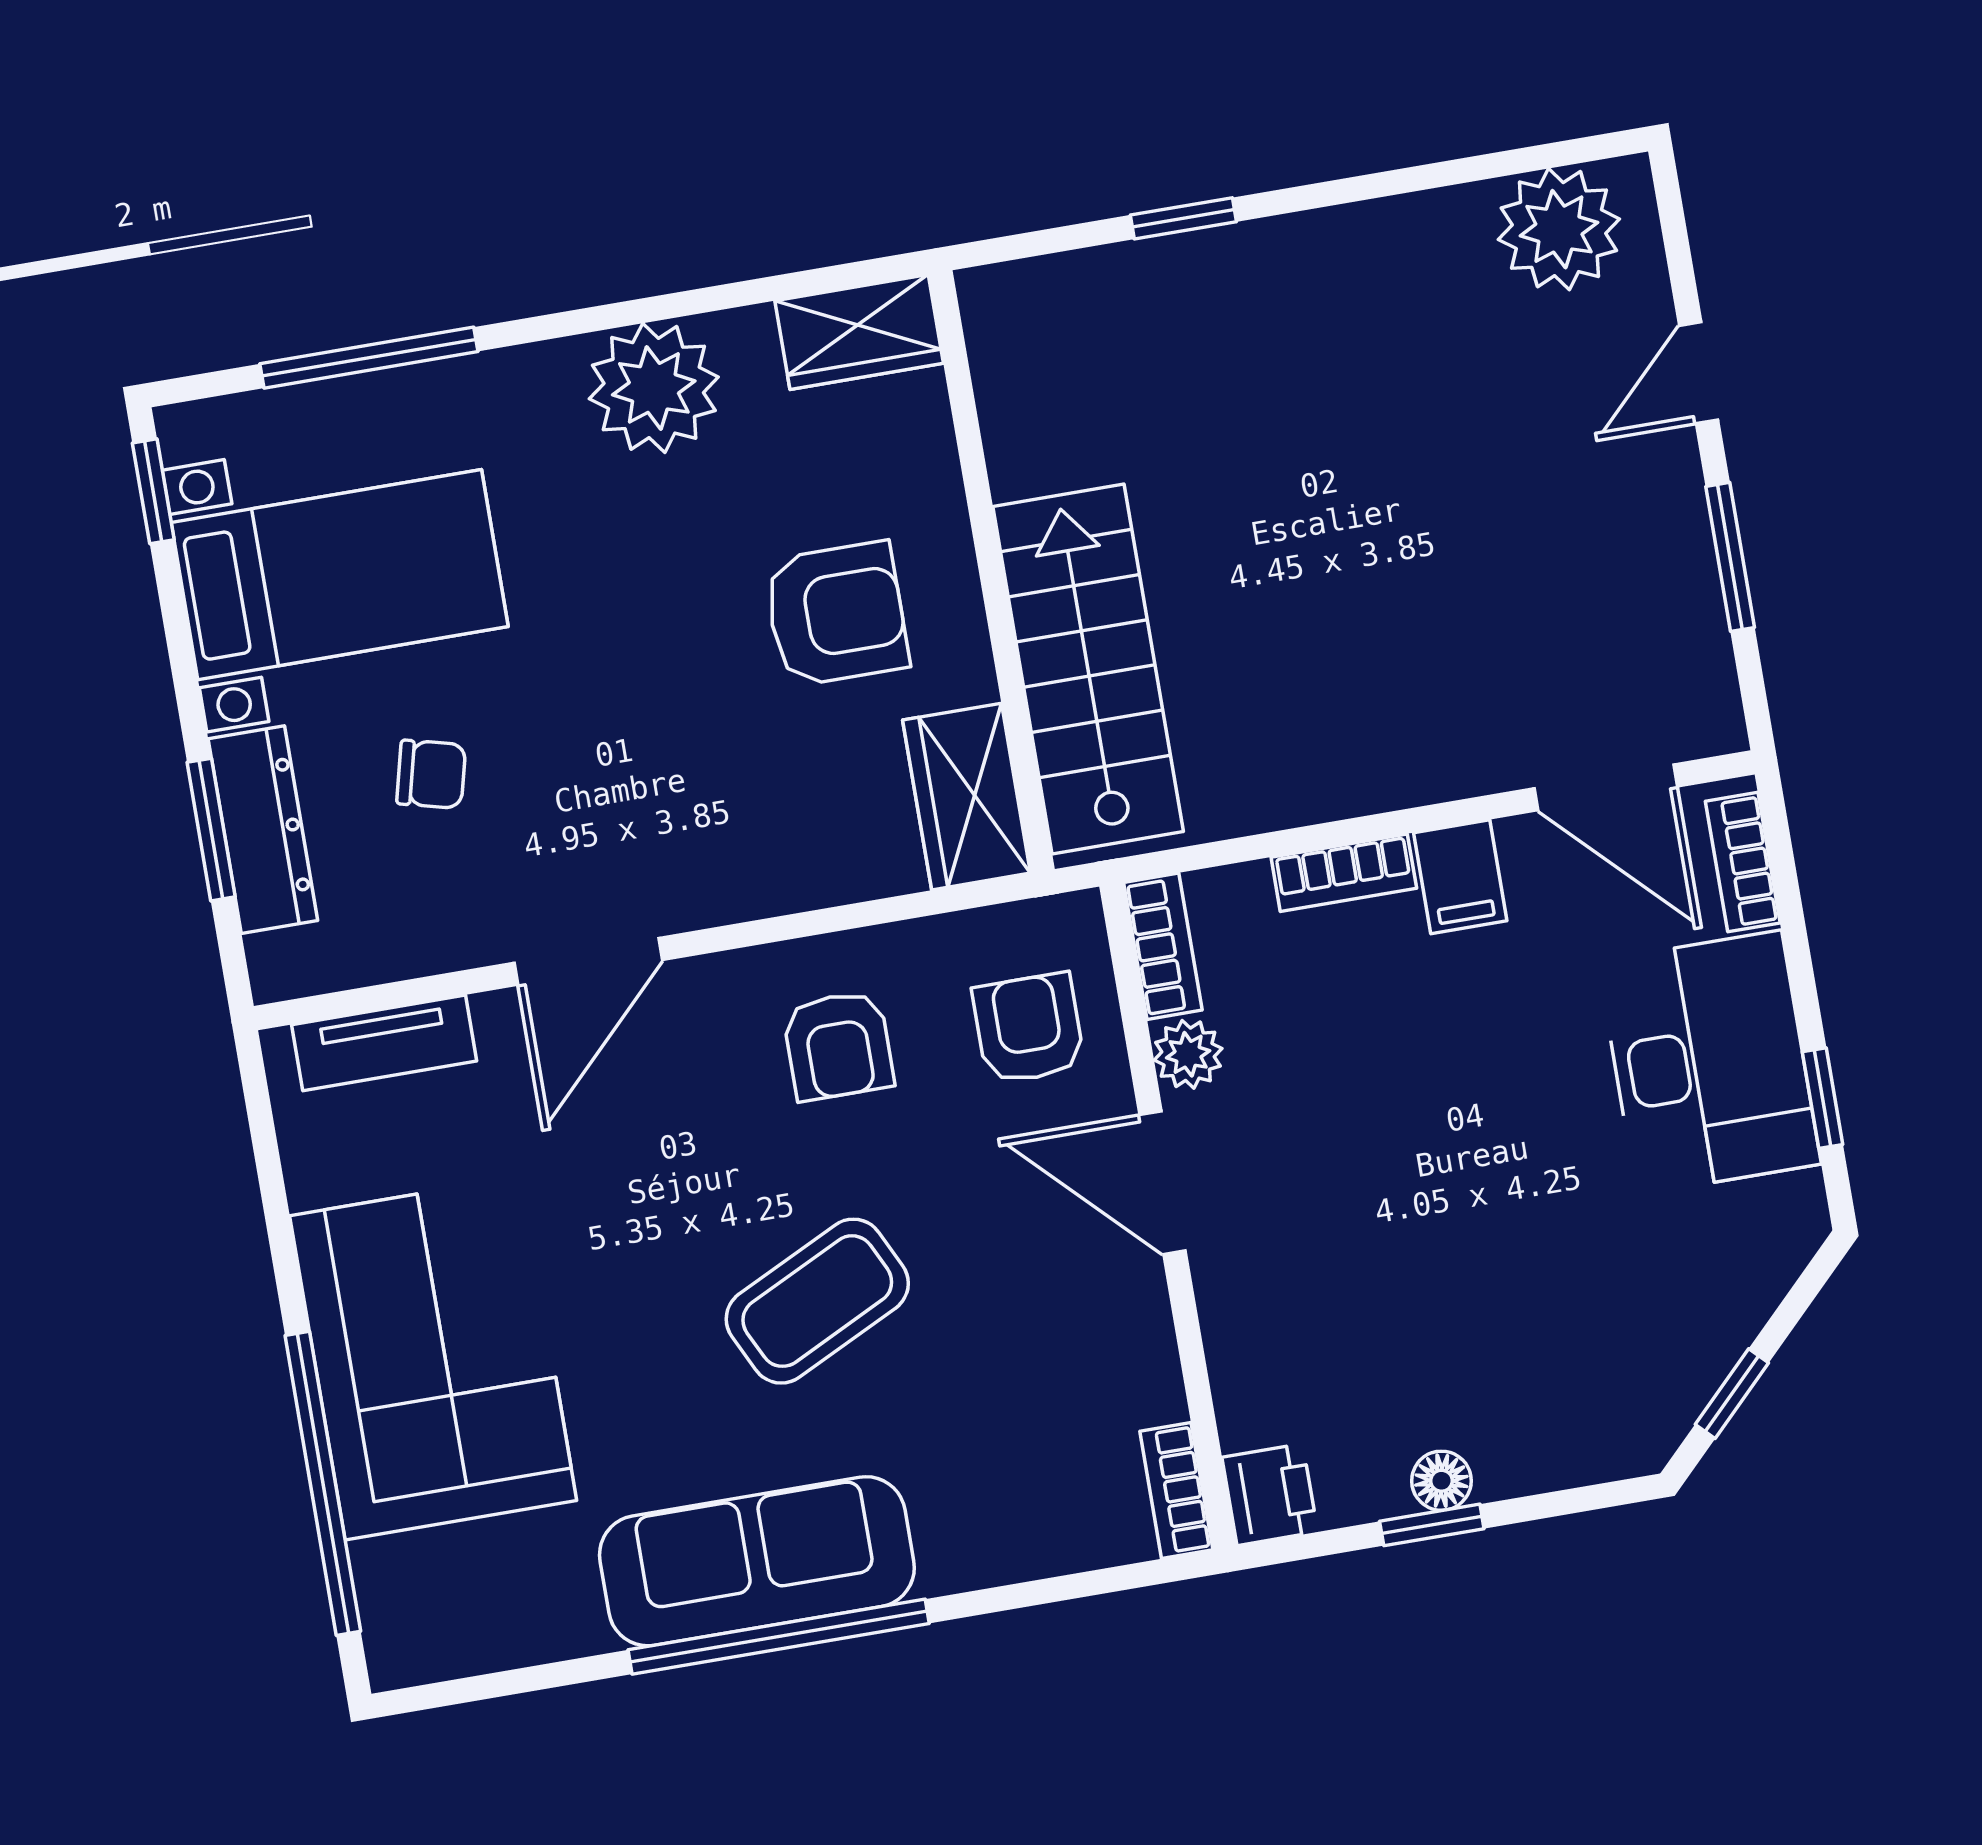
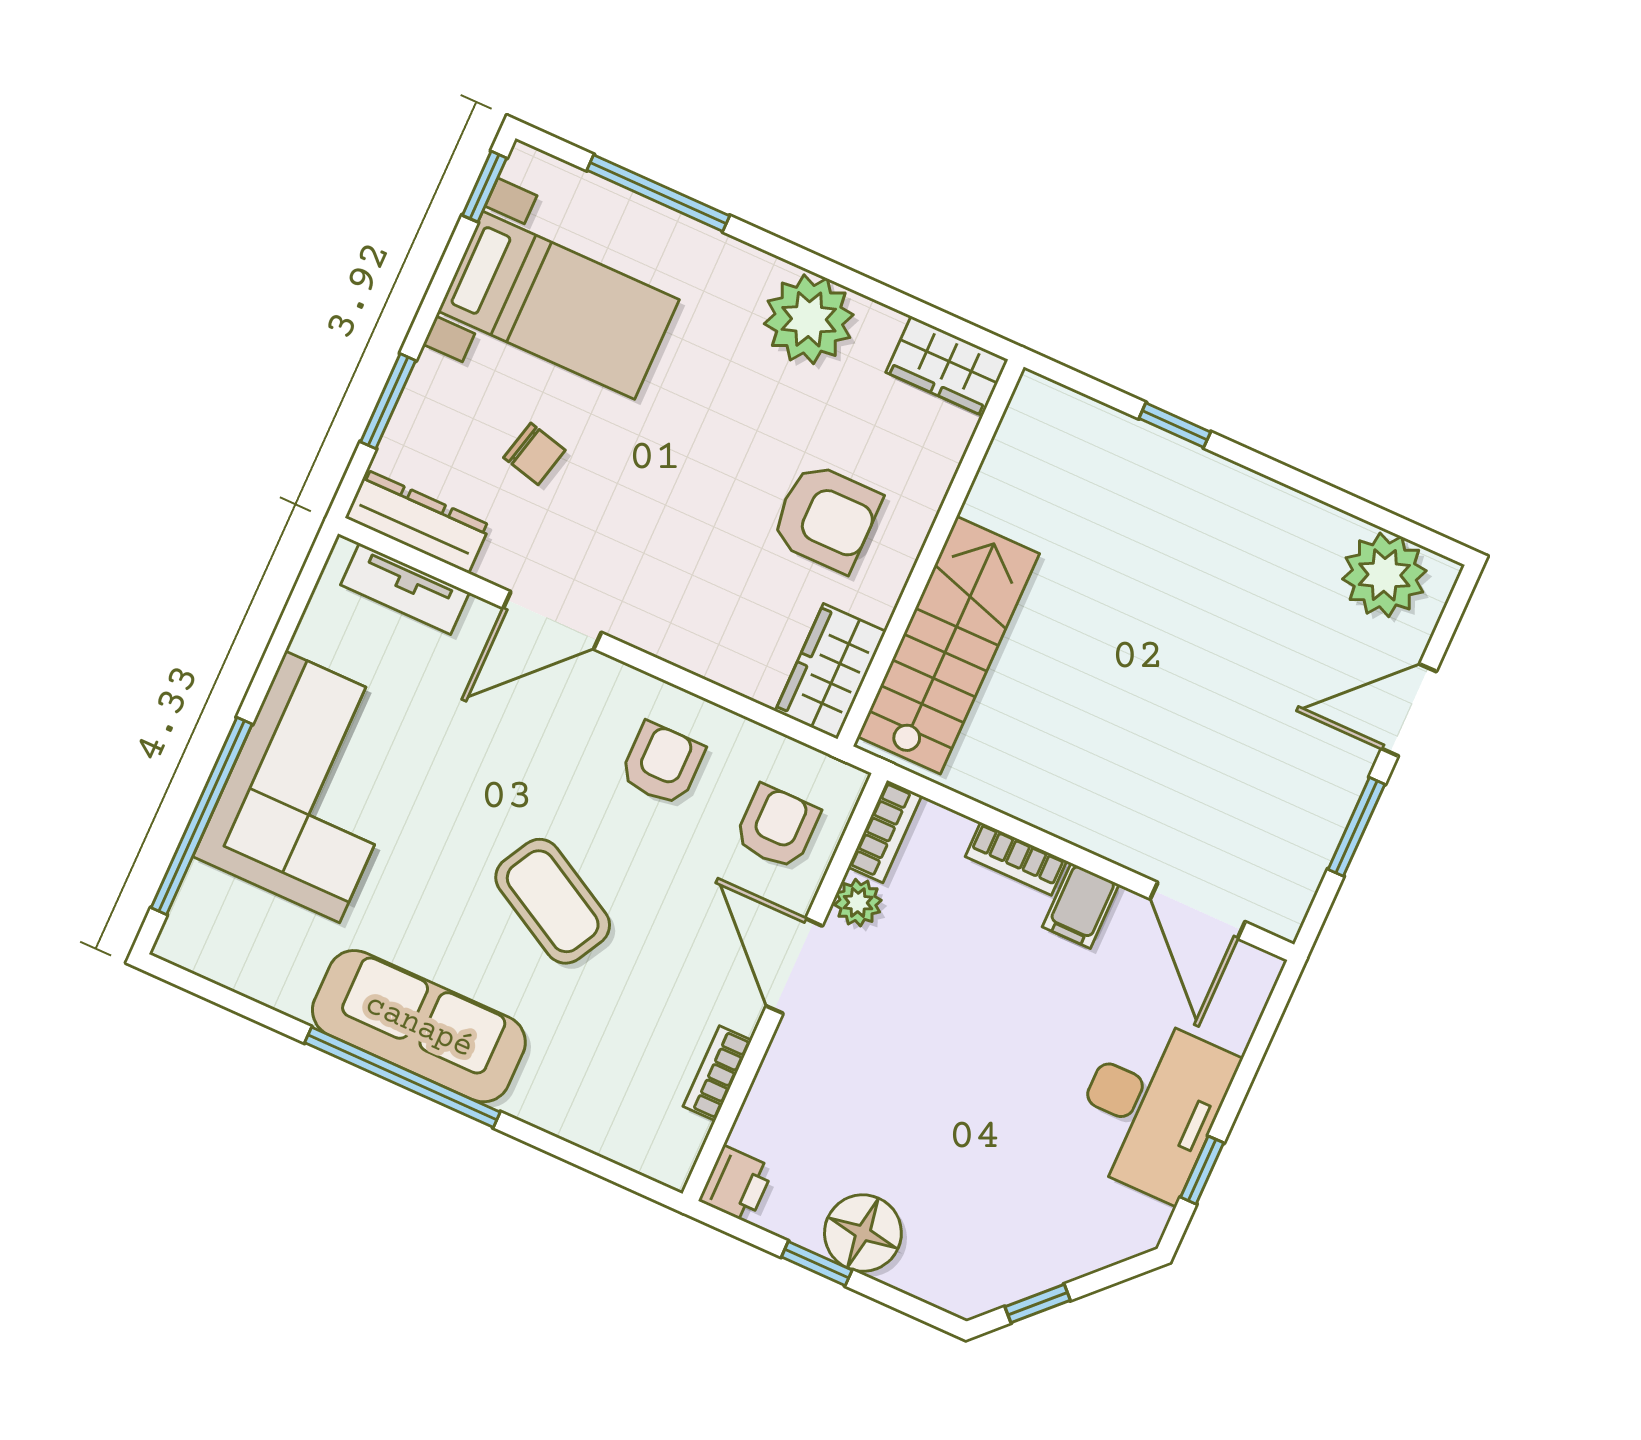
door: (1699, 373) -> (1409, 710), width x1.38
dresser: (263, 830) -> (418, 522), moved, turned -90
bookcase: (1743, 862) -> (1247, 1005), removed
armchair: (838, 1046) -> (662, 764), turned 180
coffee table: (817, 1301) -> (553, 901), turned 55
floor lamp: (1441, 1481) -> (863, 1233), width x1.89, depth x1.89
bookcase: (1176, 1490) -> (717, 1073), moved

